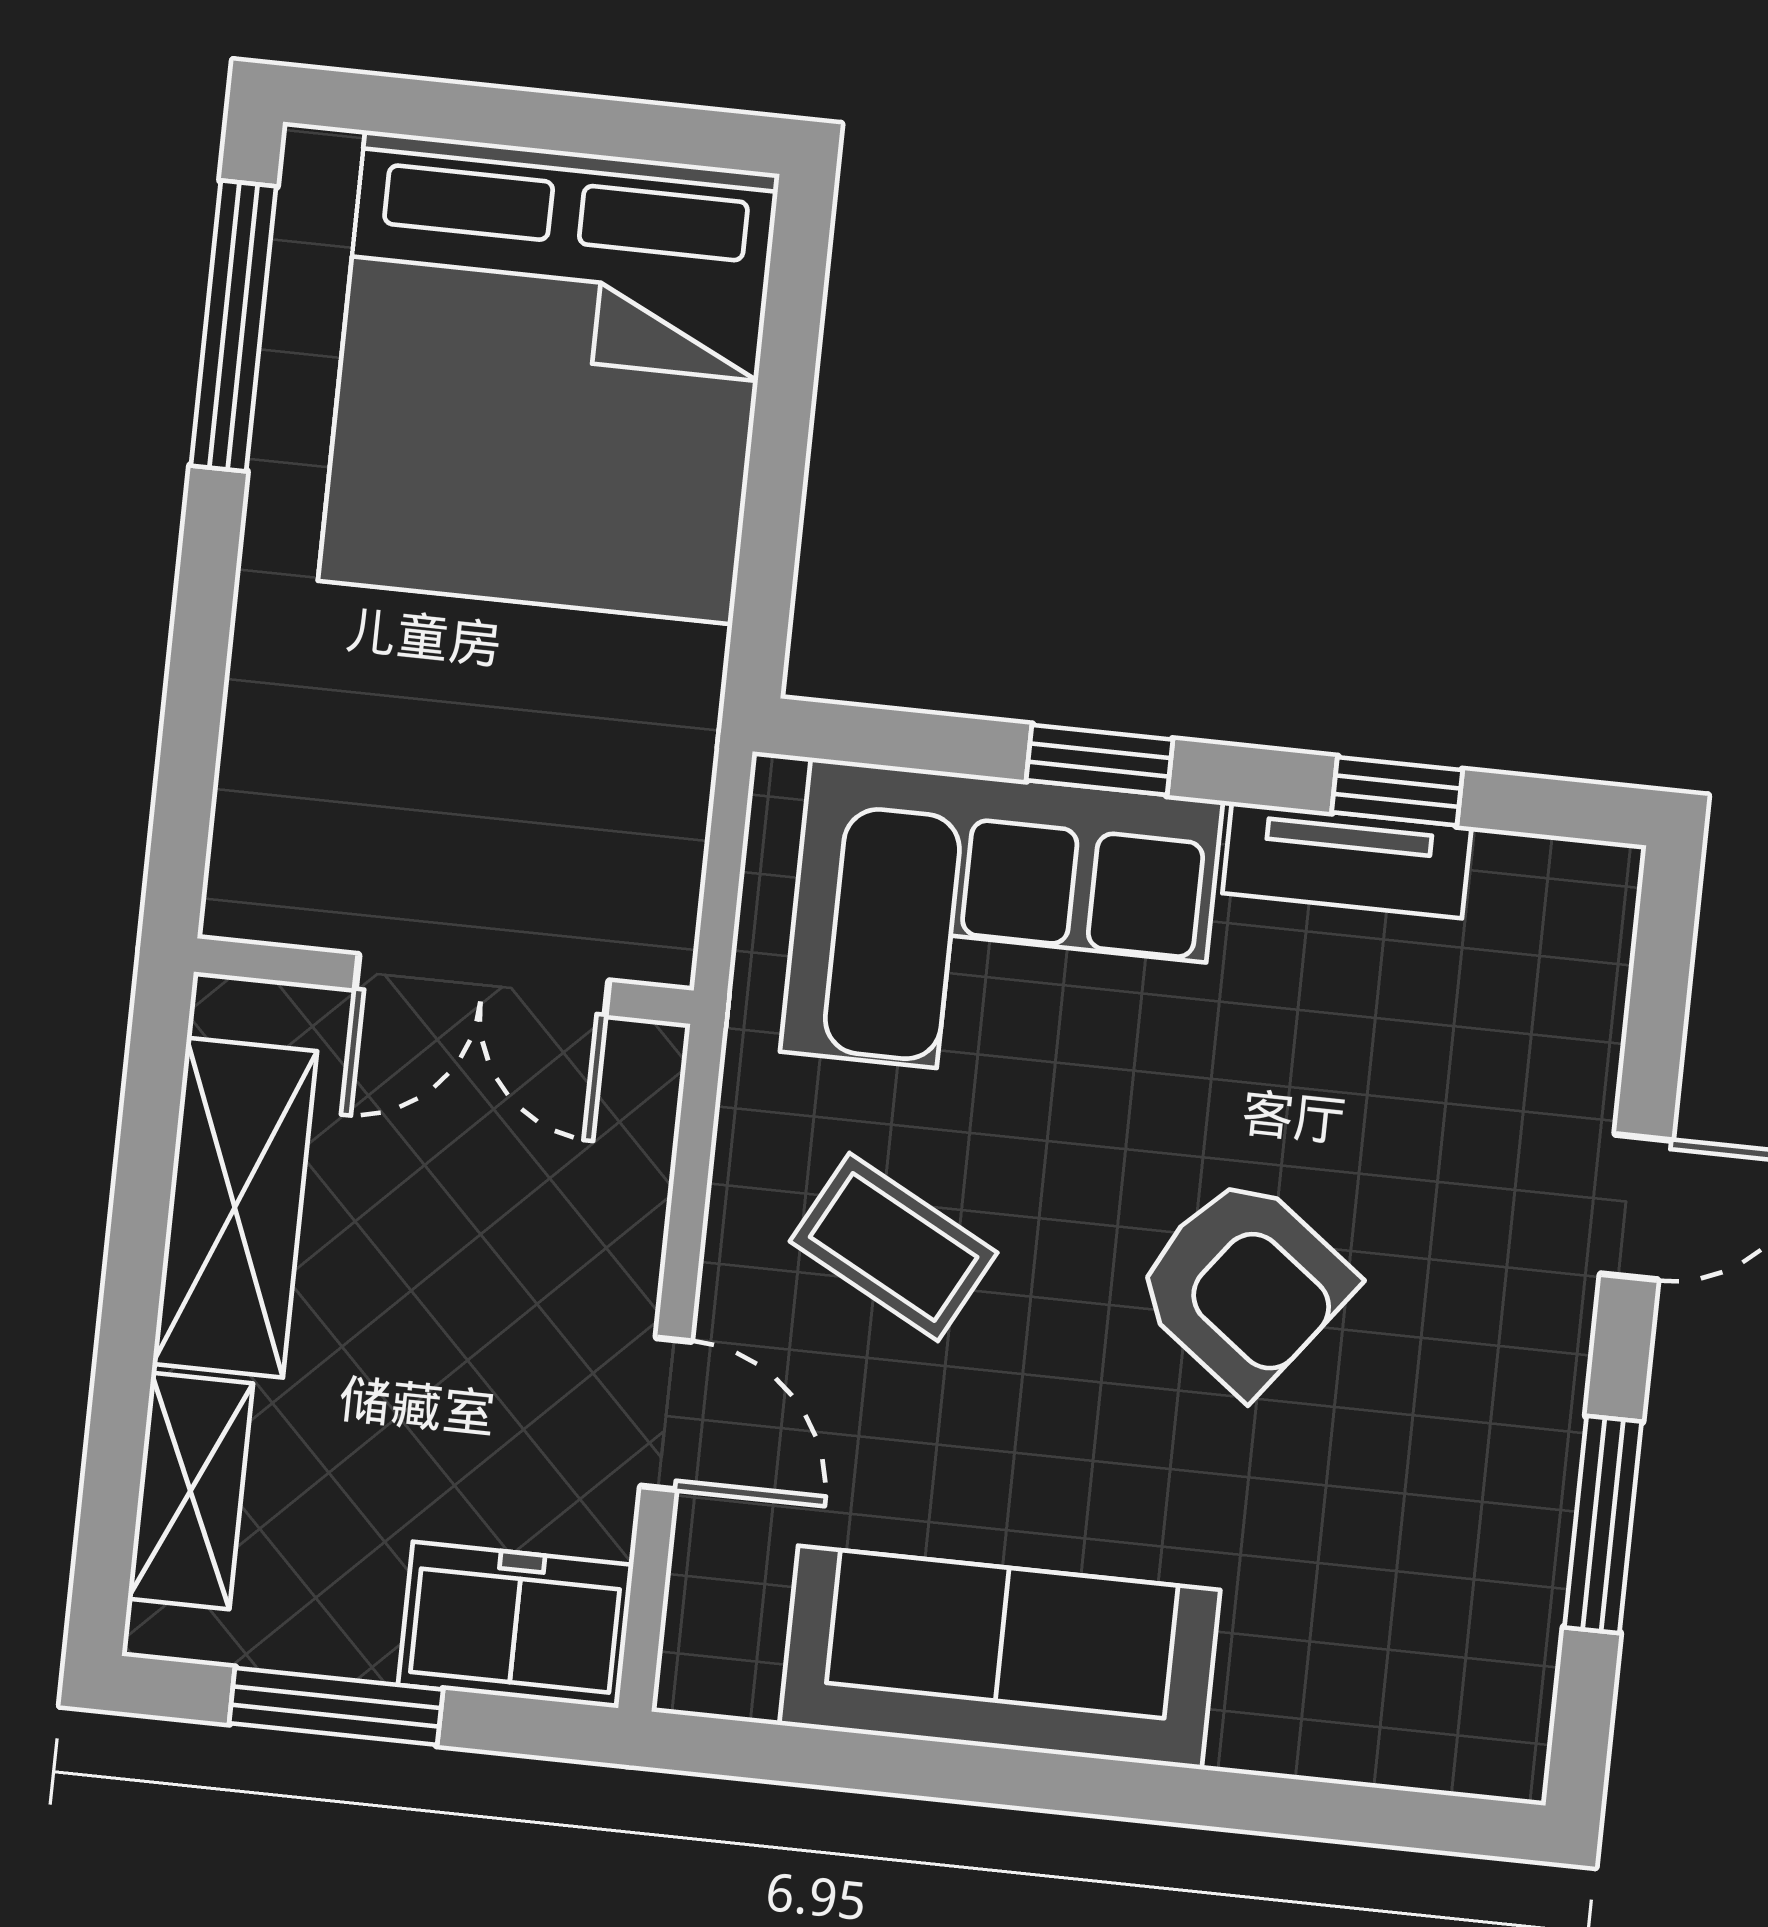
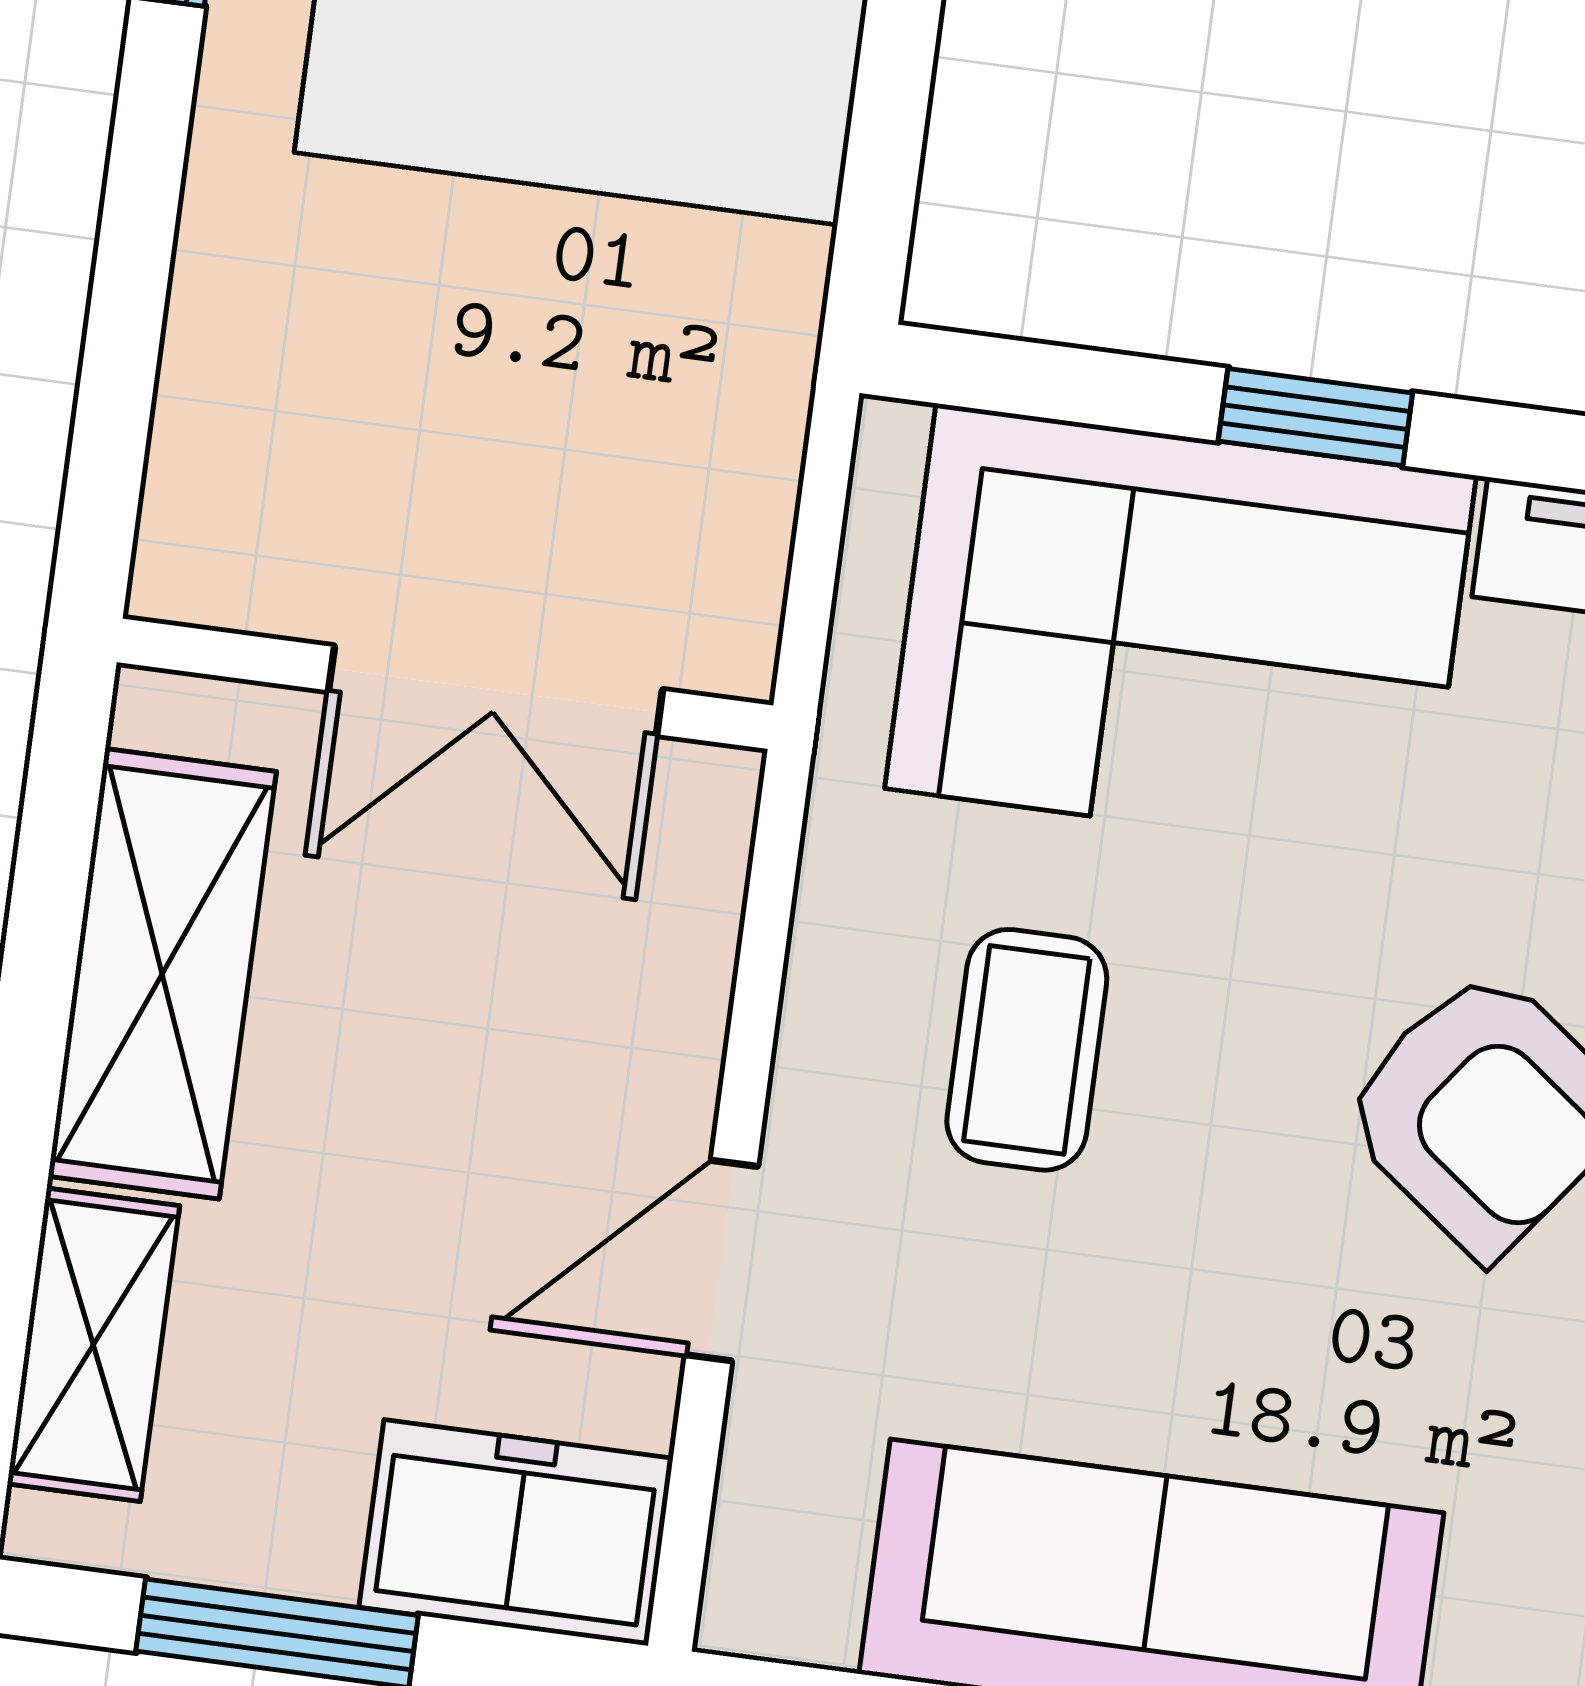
coffee table: (894, 1247) -> (1027, 1050), turned 62
door: (666, 1414) -> (722, 1261), swing flipped

